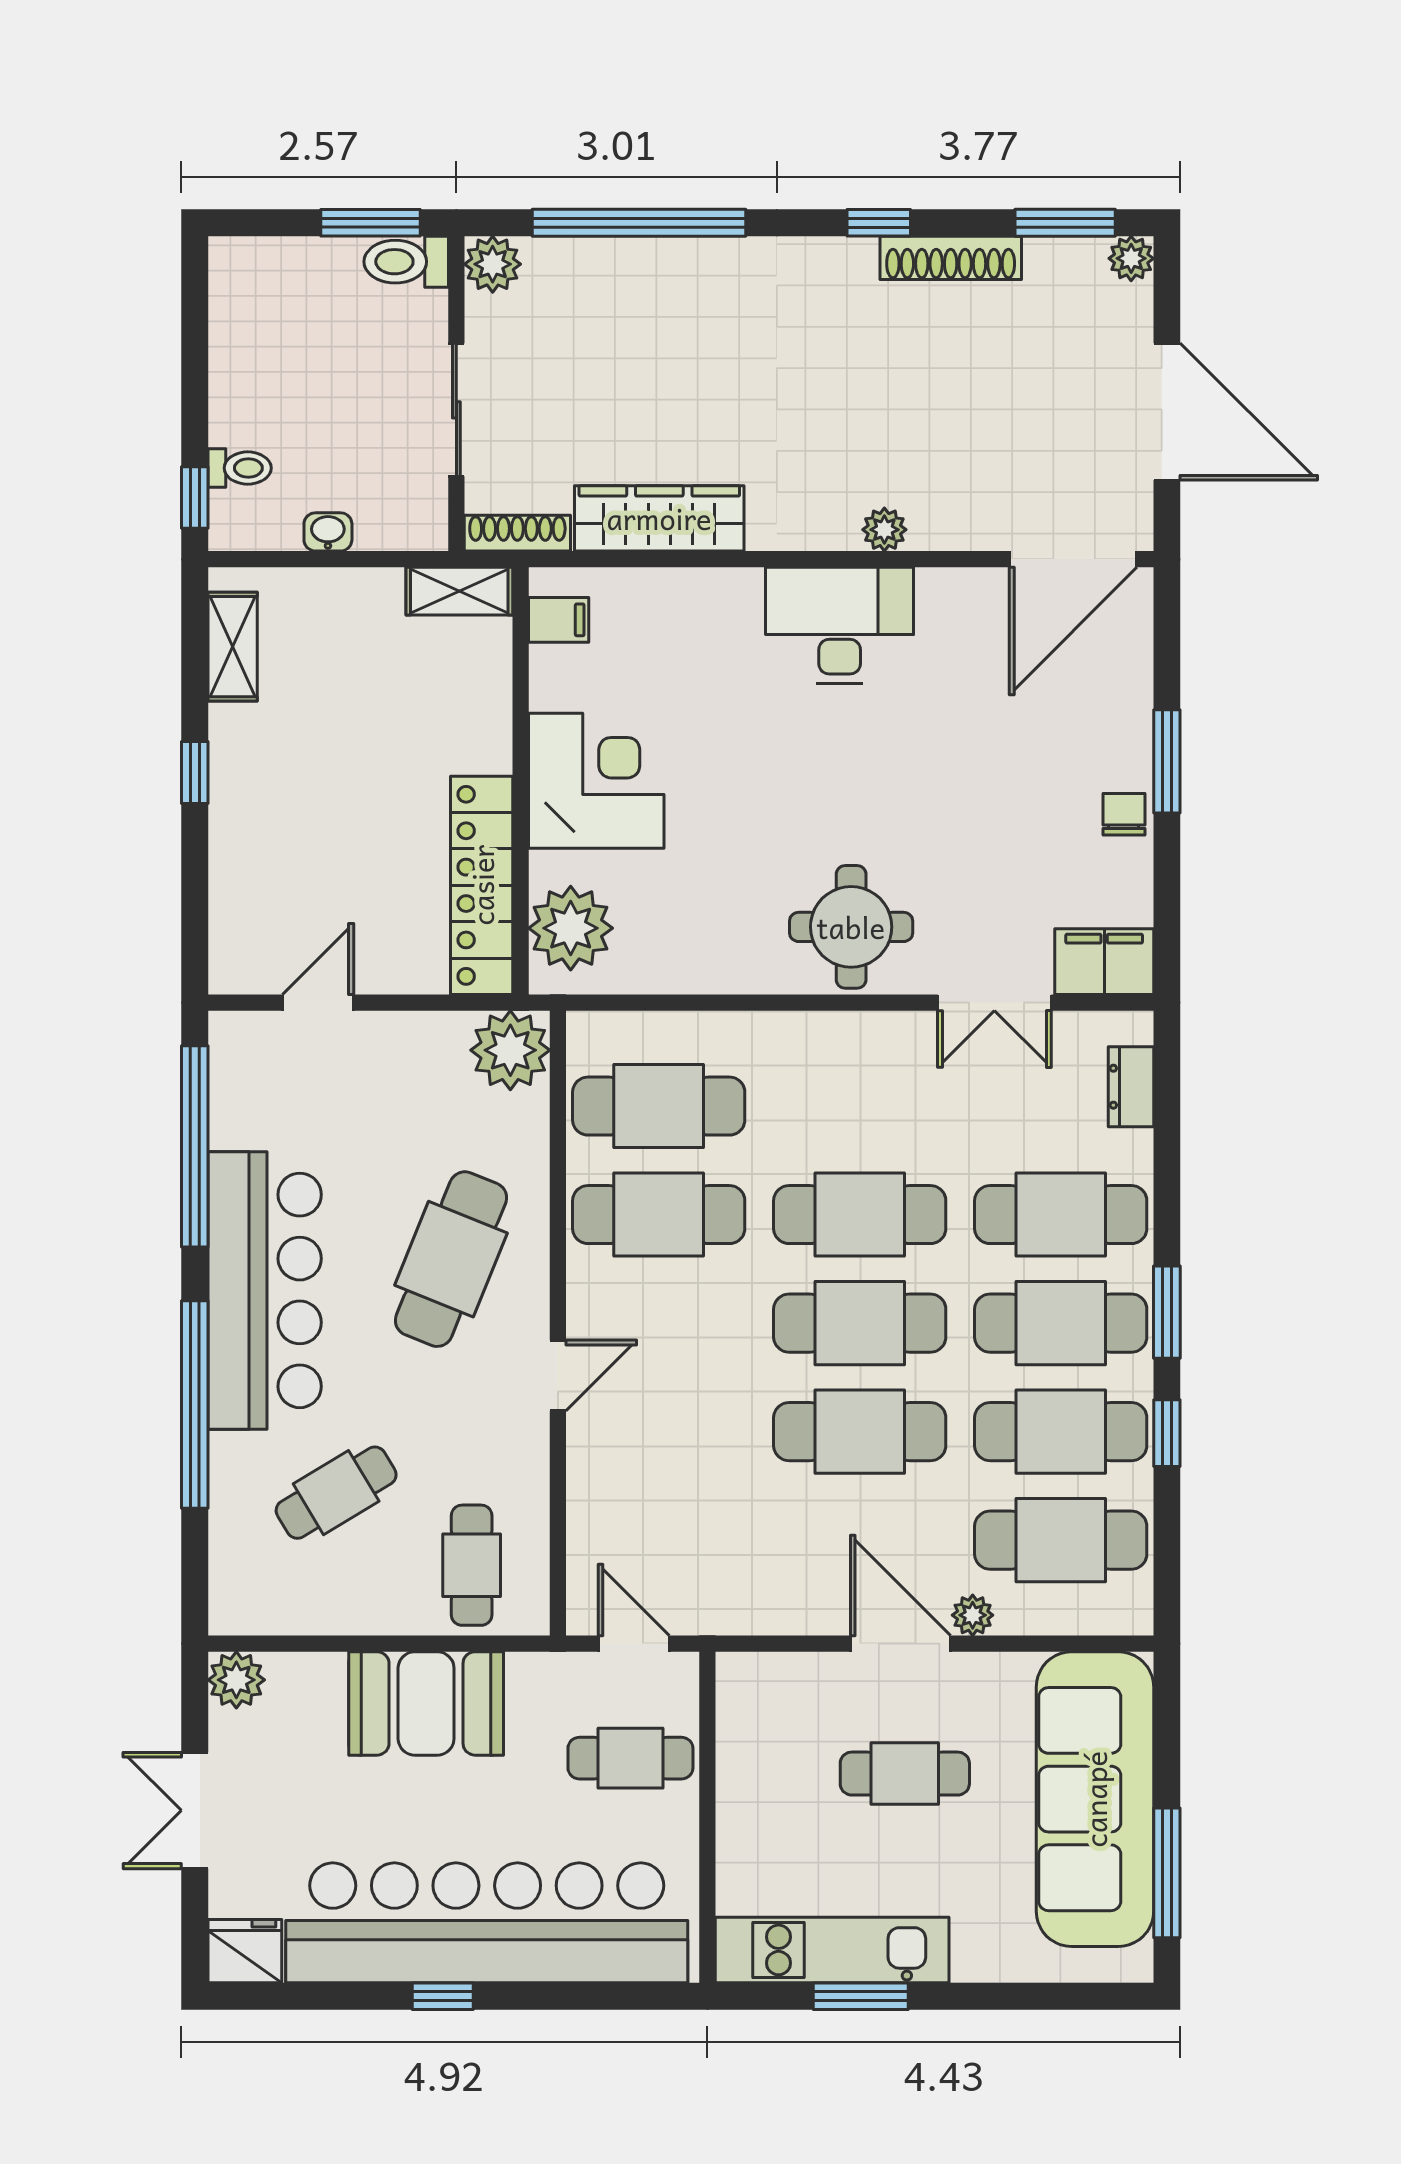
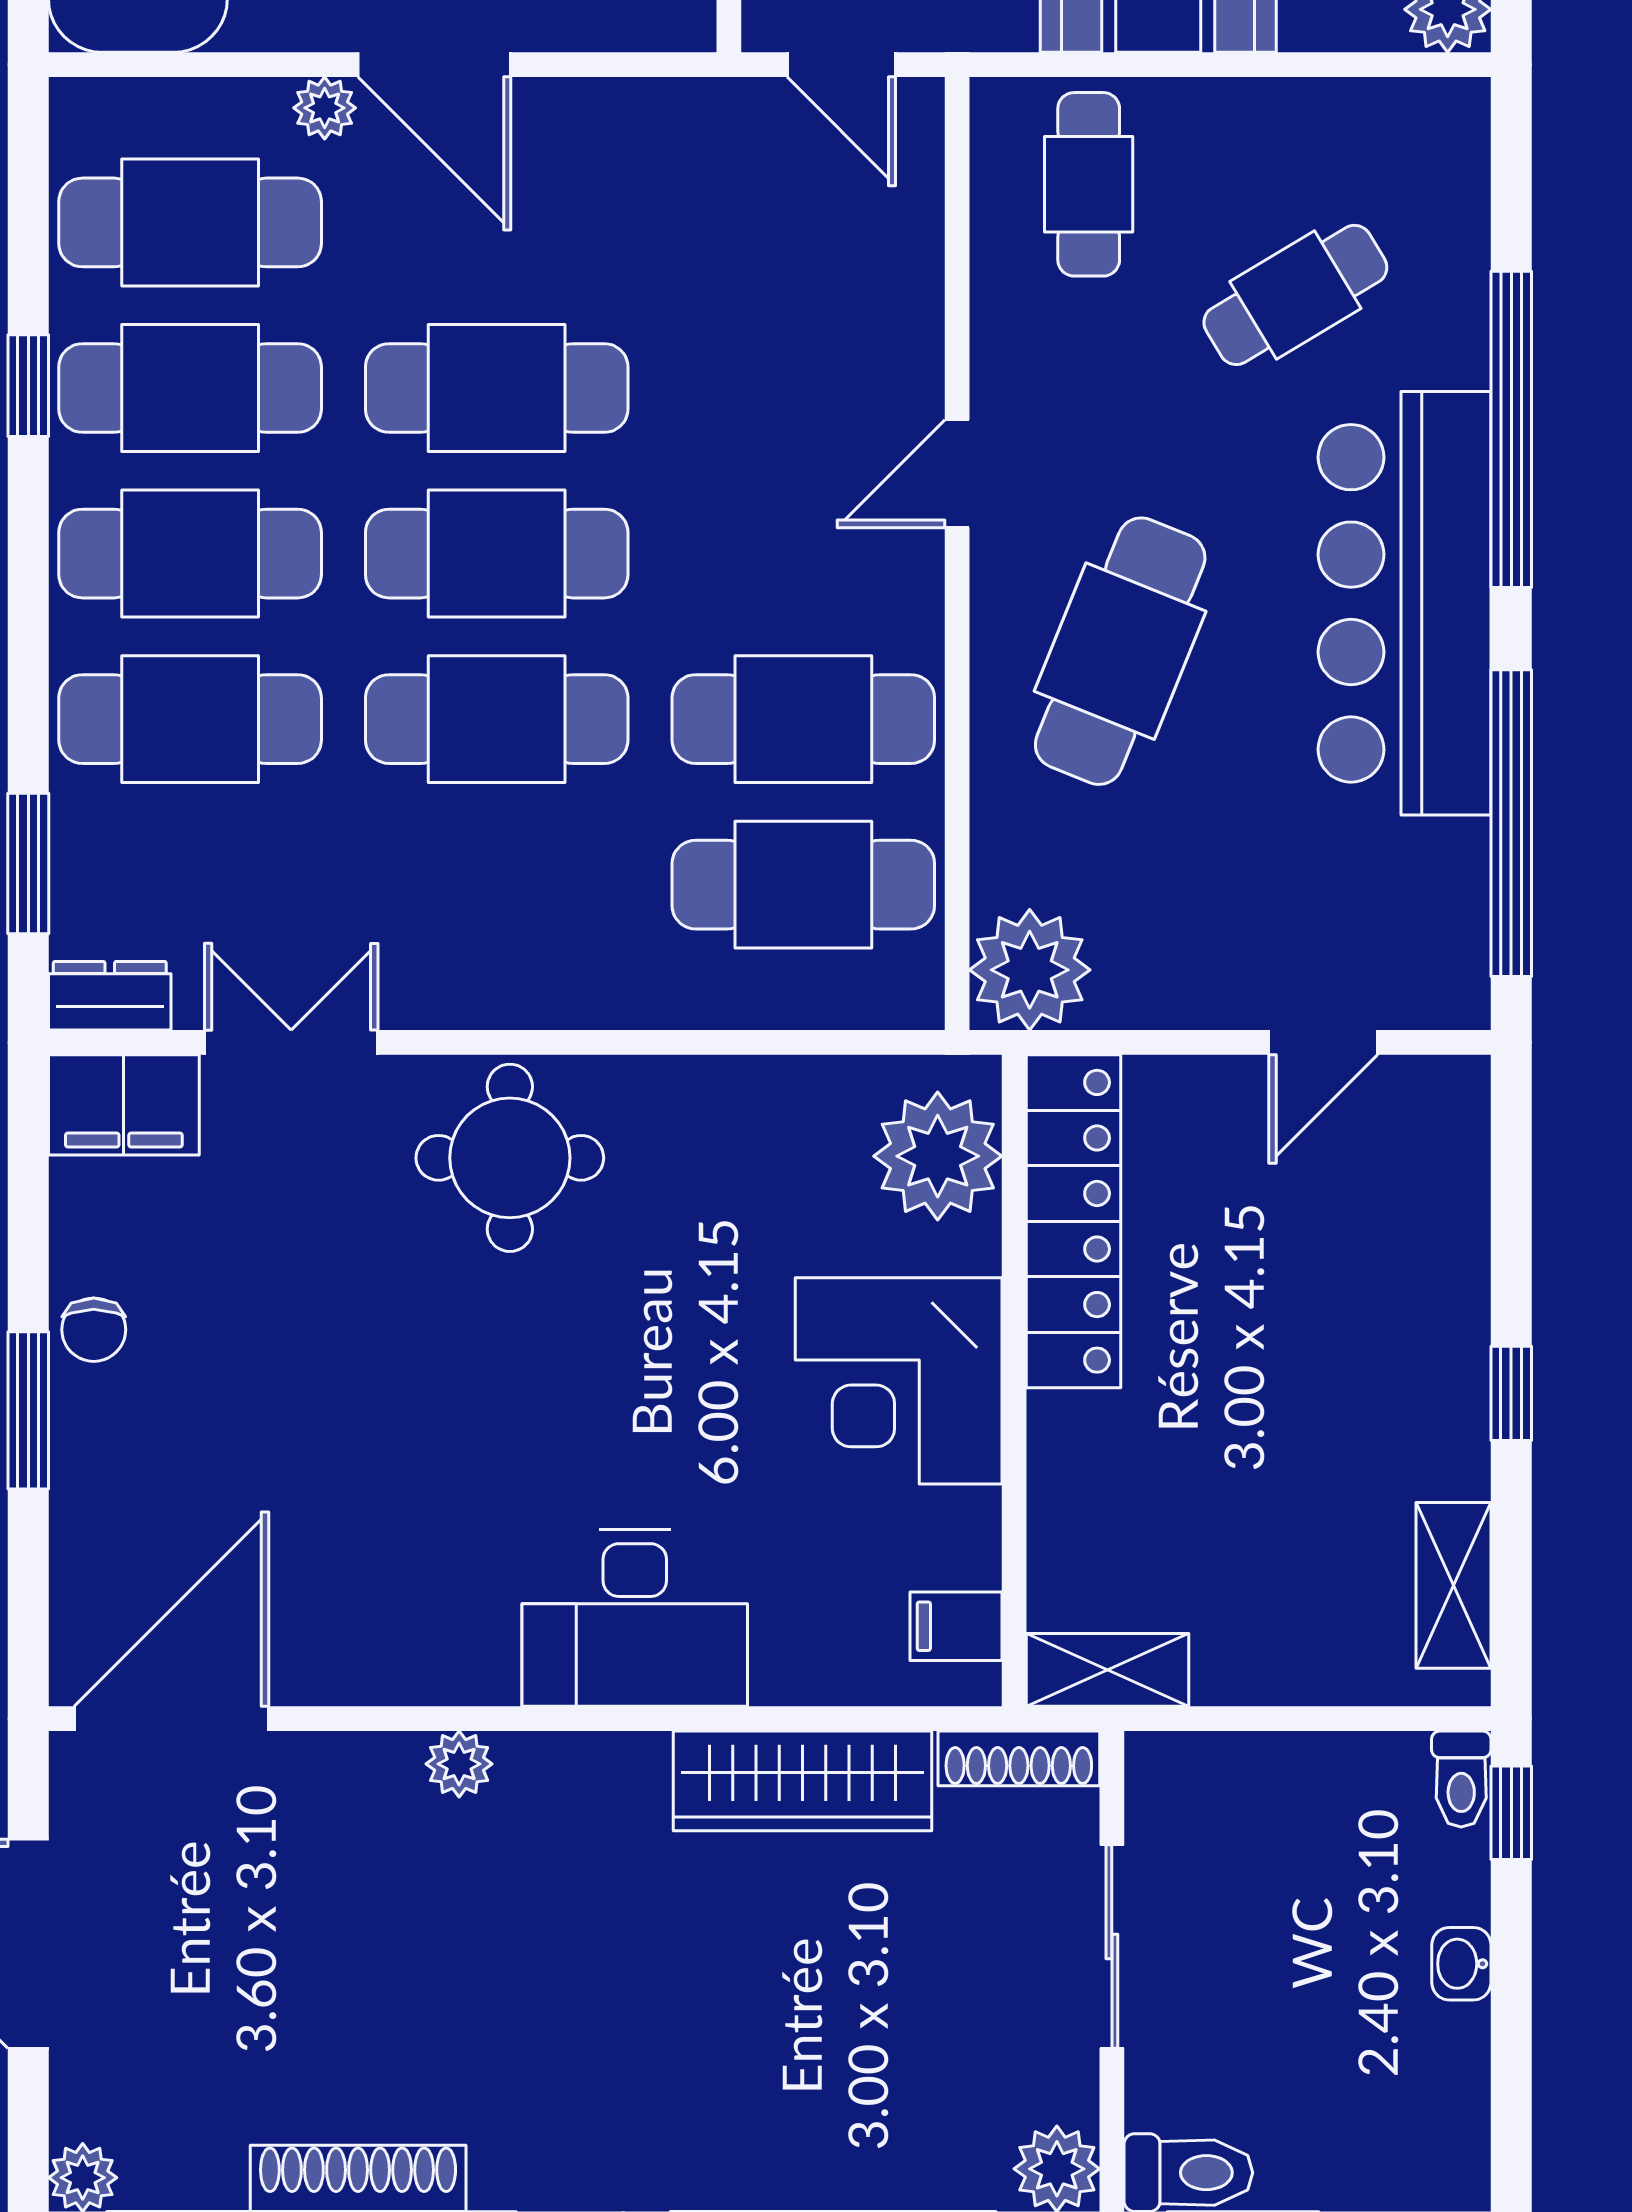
toilet: (240, 468) -> (1461, 1779), moved, turned -90
washbasin: (328, 532) -> (1461, 1964), moved, turned 90
desk: (840, 625) -> (635, 1618), moved
dresser: (1131, 1087) -> (110, 996), moved, turned -90
window: (1167, 1312) -> (28, 864), moved

